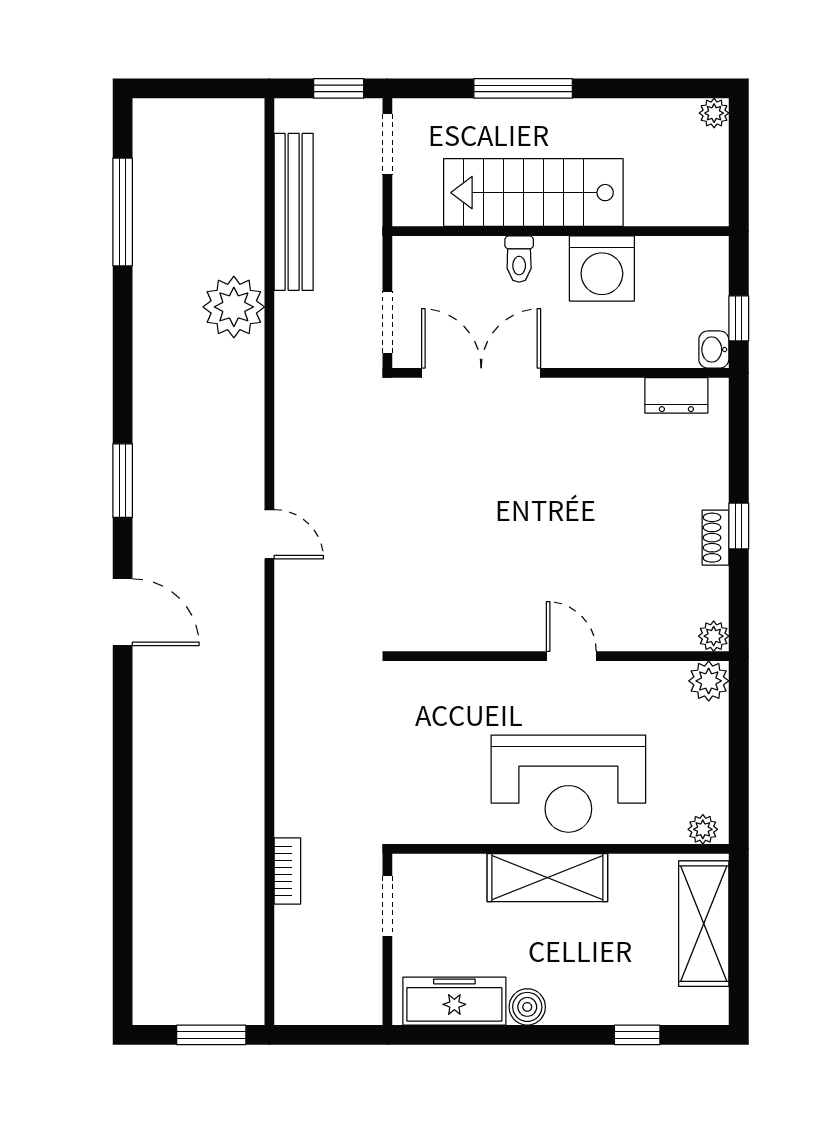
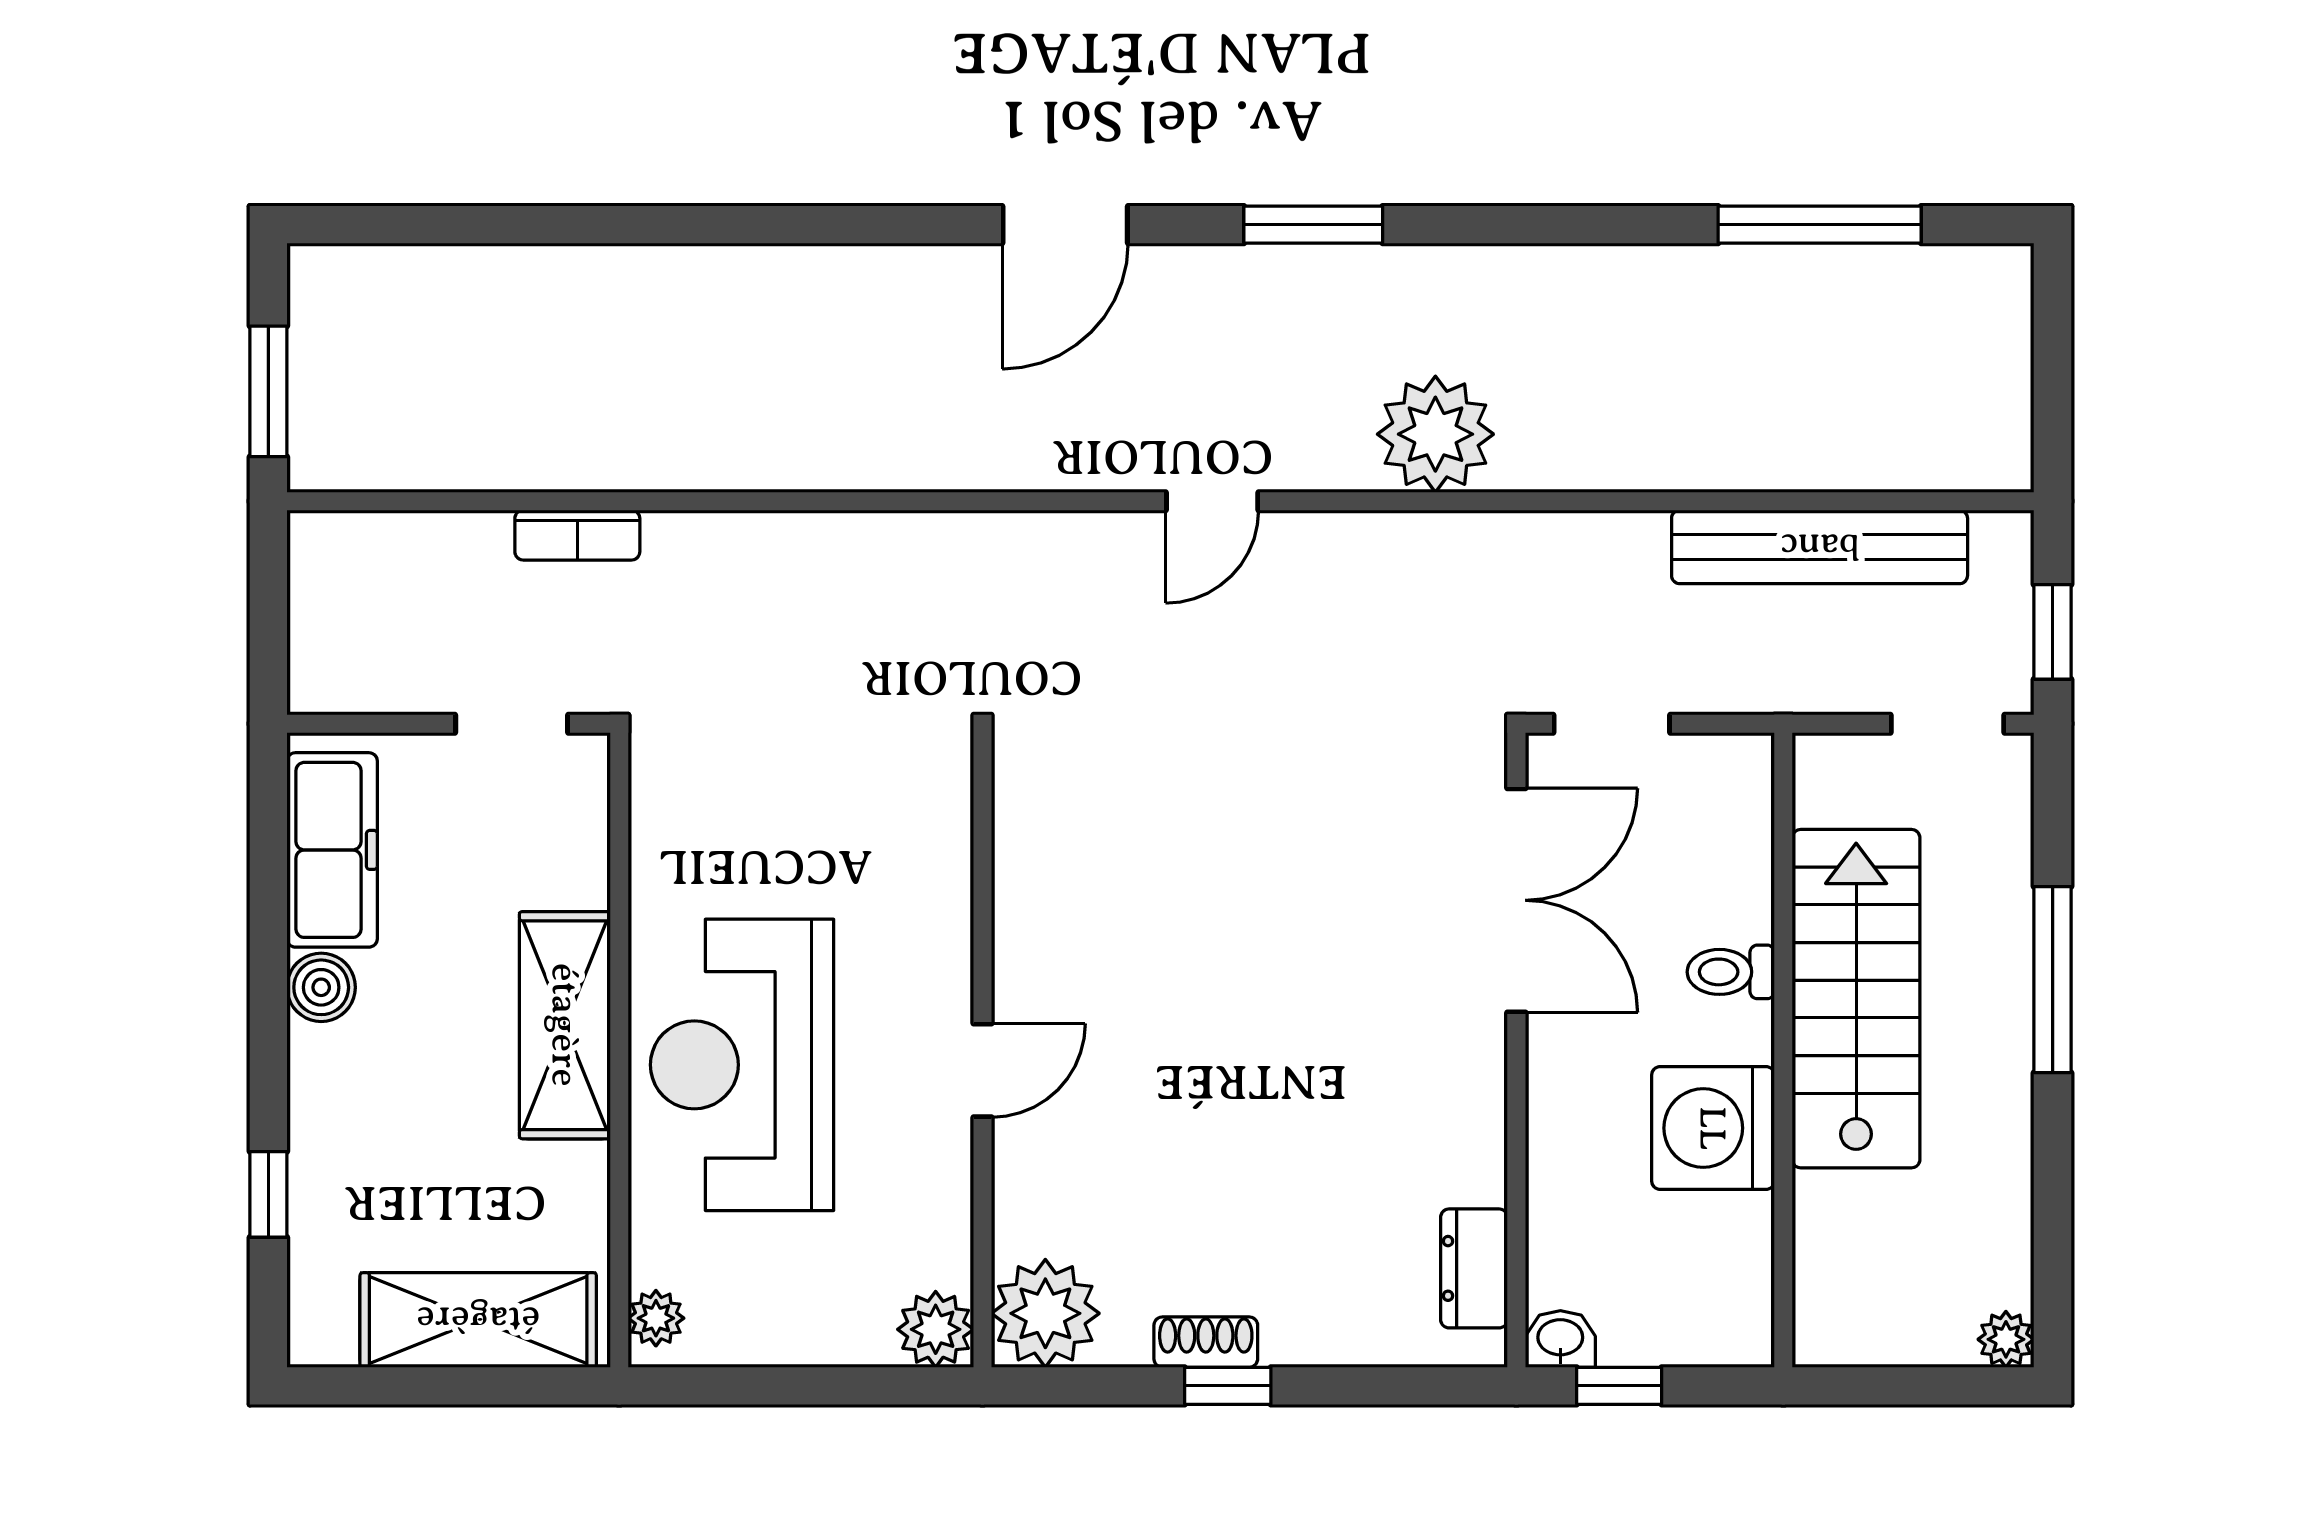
plant: (234, 307) -> (1435, 434), moved
plant: (714, 636) -> (1045, 1313), width x1.88, depth x1.88

